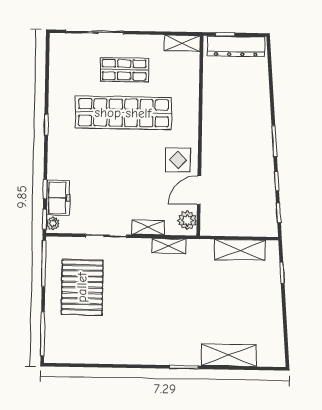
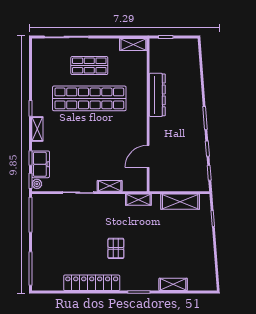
dresser: (236, 46) -> (157, 95), moved, turned -90
shelving: (55, 151) -> (37, 129), added
display table: (178, 160) -> (132, 134), removed
plant: (187, 220) -> (140, 180), removed
shelving: (169, 246) -> (138, 200), moved
pallet: (82, 287) -> (116, 248), moved, width x0.49, depth x0.50
locker: (122, 354) -> (92, 283), added
shelving: (229, 355) -> (173, 284), width x0.67, depth x0.75

